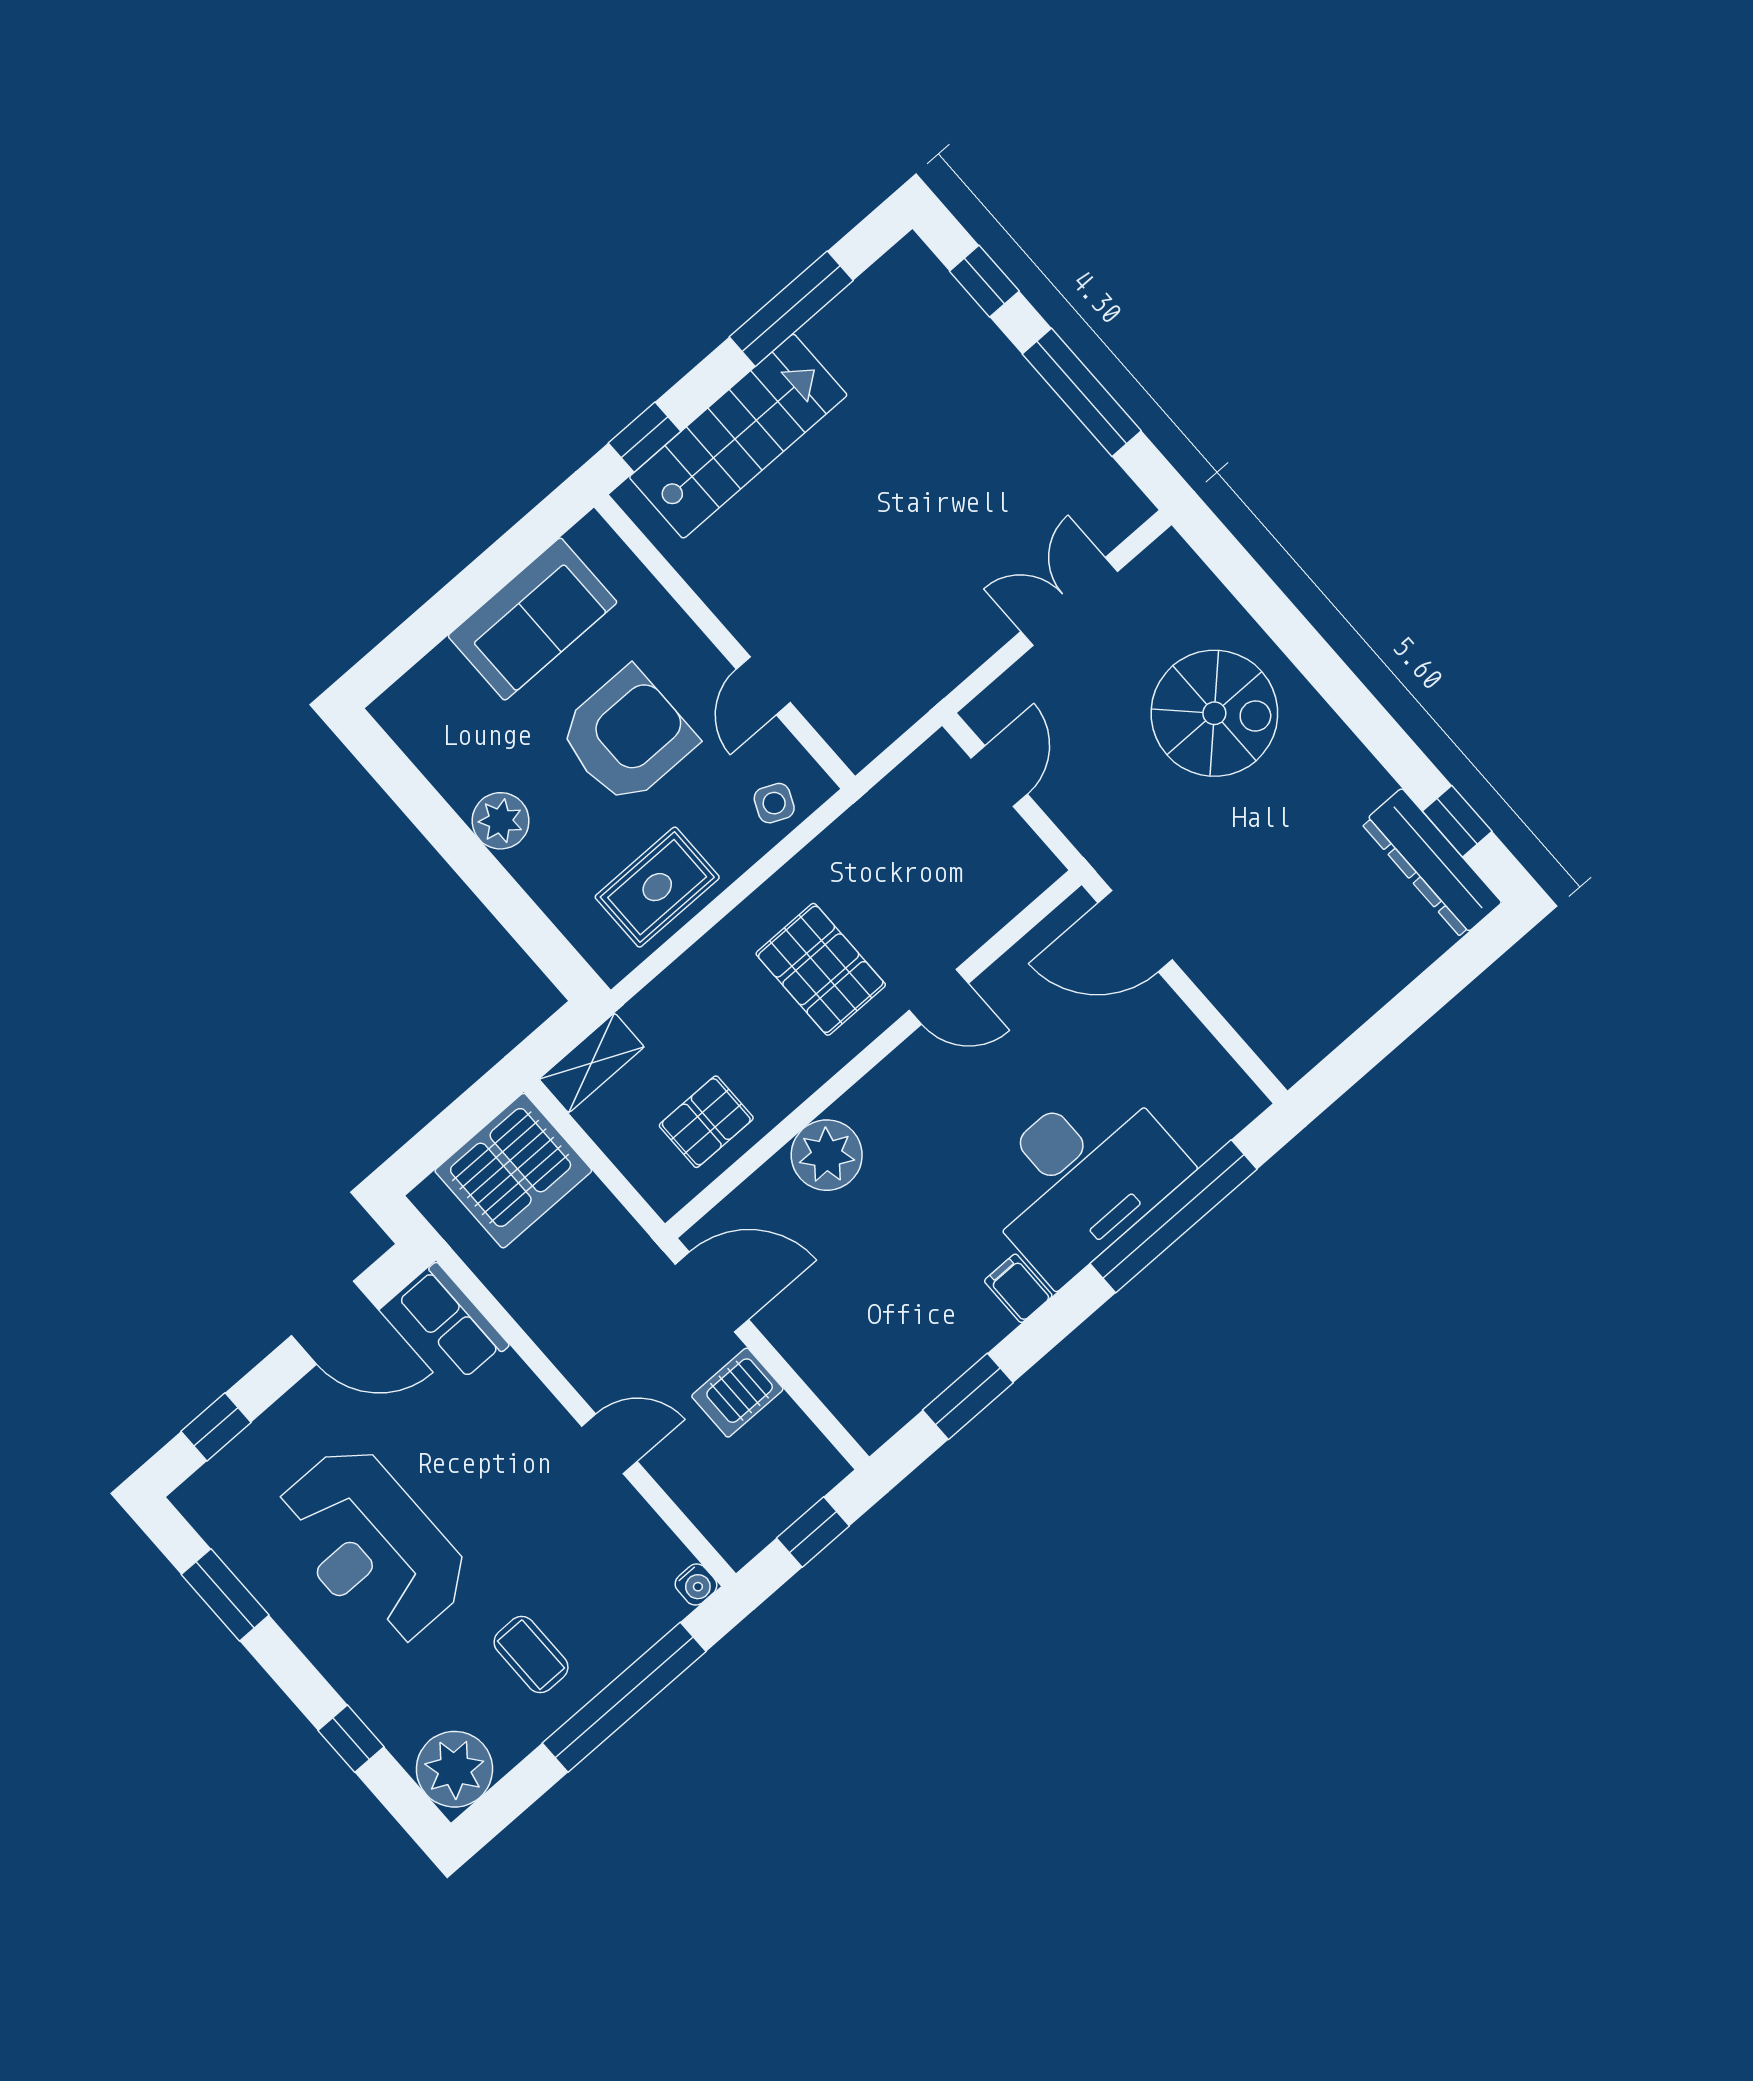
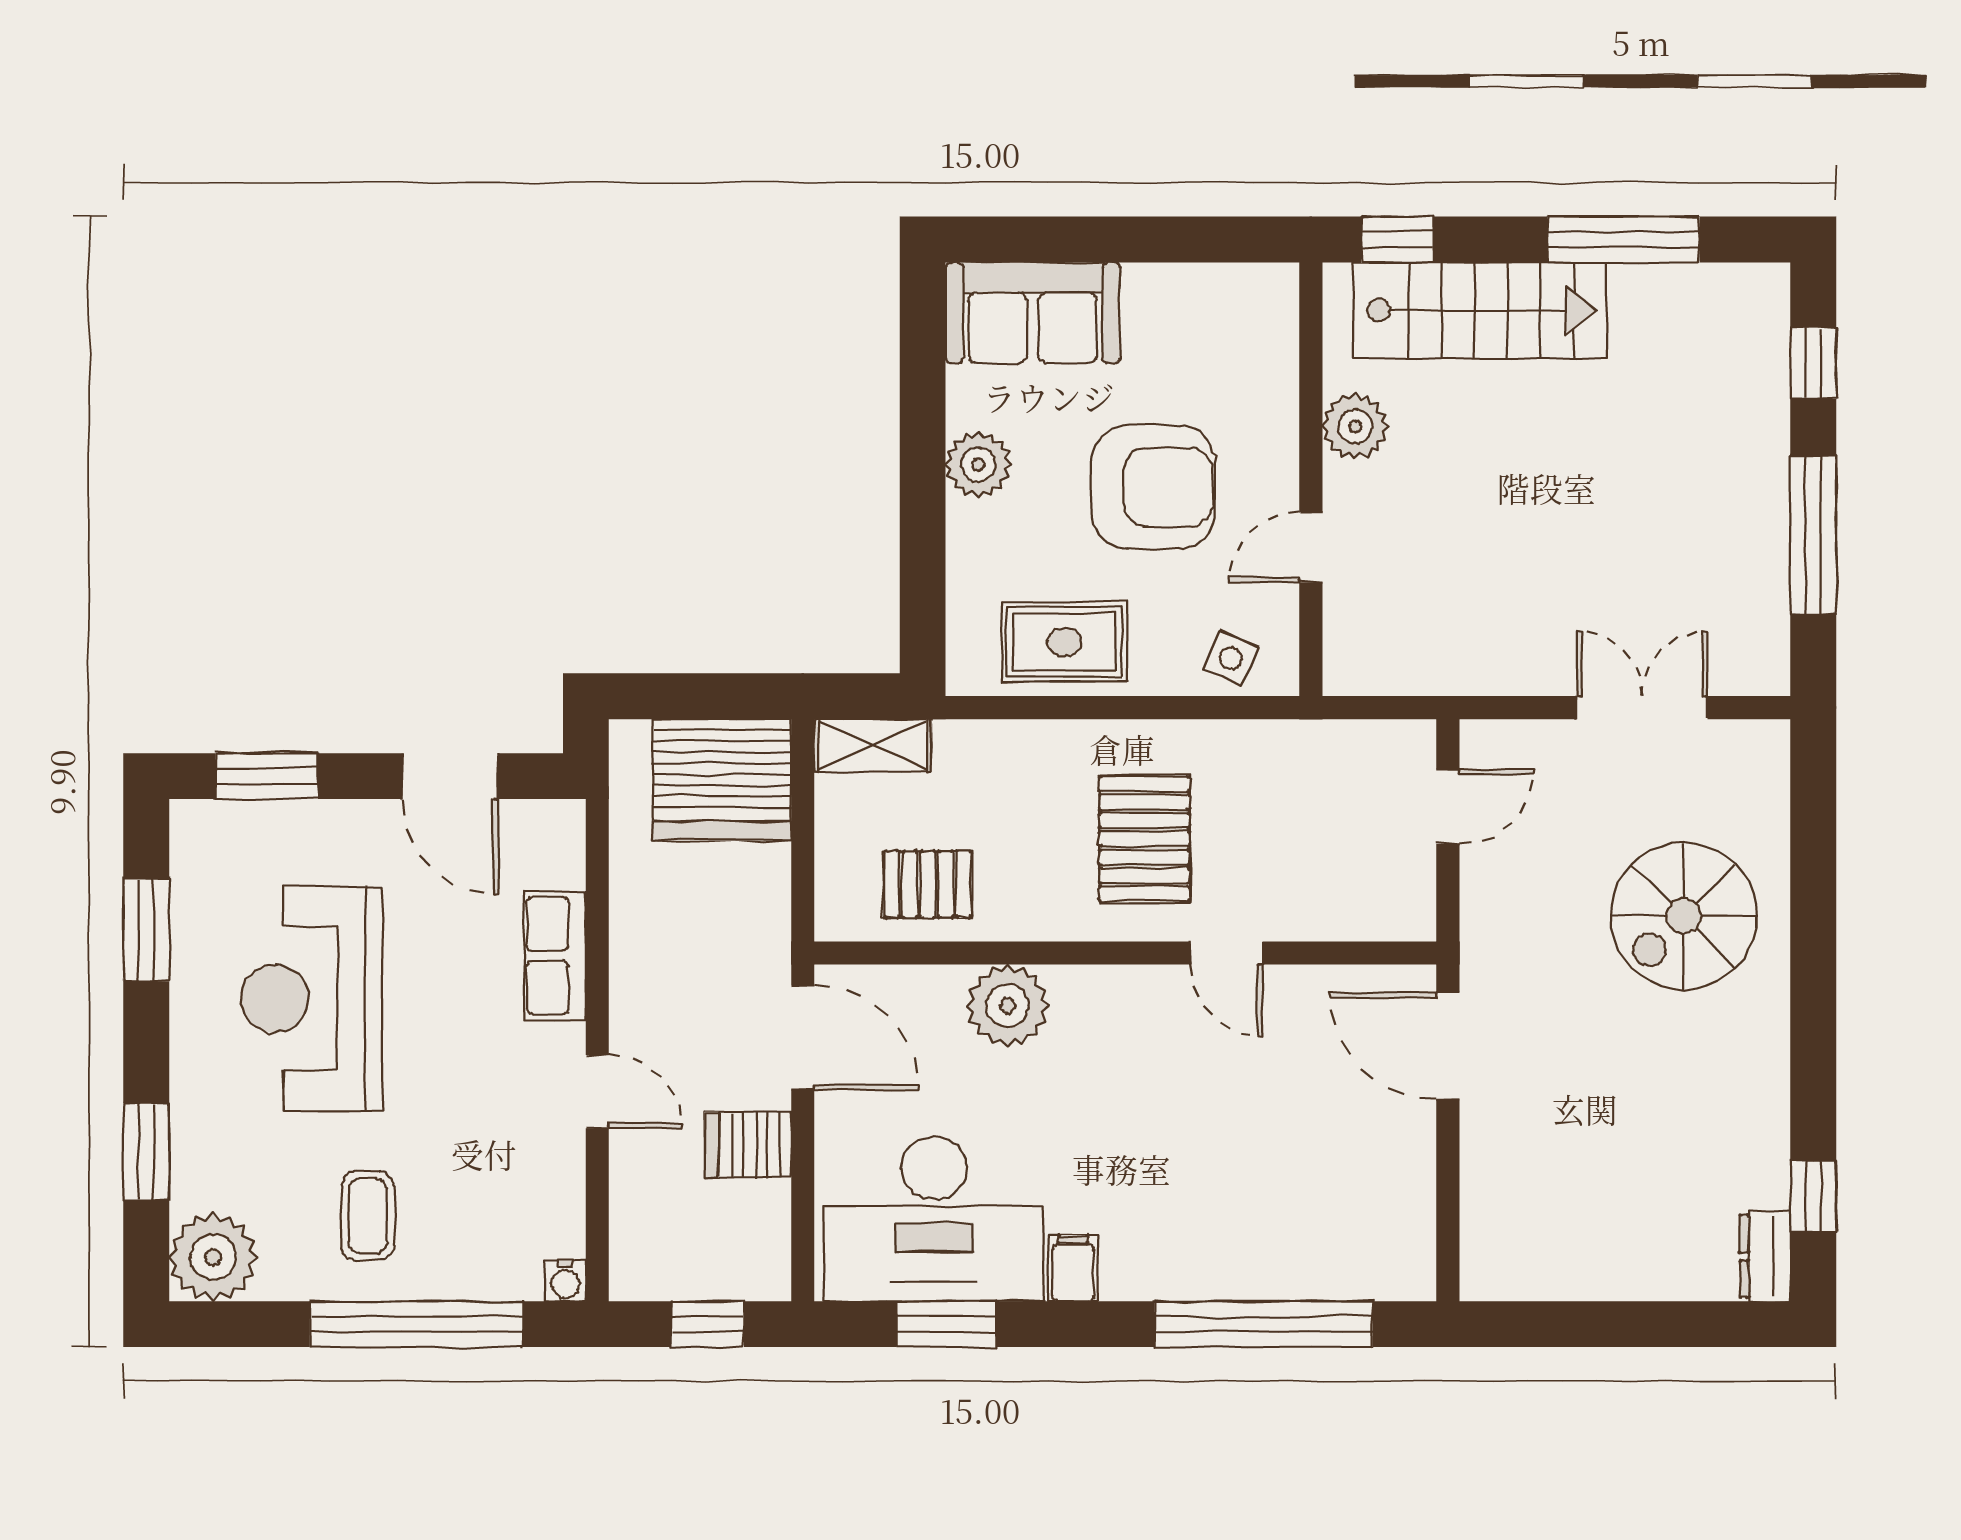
plant: (723, 582) -> (1355, 426), added
sofa: (533, 619) -> (1033, 313), moved
spiral stairs: (1214, 713) -> (1684, 916), turned 90
dresser: (1431, 863) -> (1765, 1256), width x0.51, depth x0.80
desk: (1081, 1177) -> (934, 1219), moved
row of seats: (453, 1321) -> (555, 956), moved
window: (216, 1427) -> (267, 776), width x1.50
window: (351, 1739) -> (146, 1151), width x1.50

